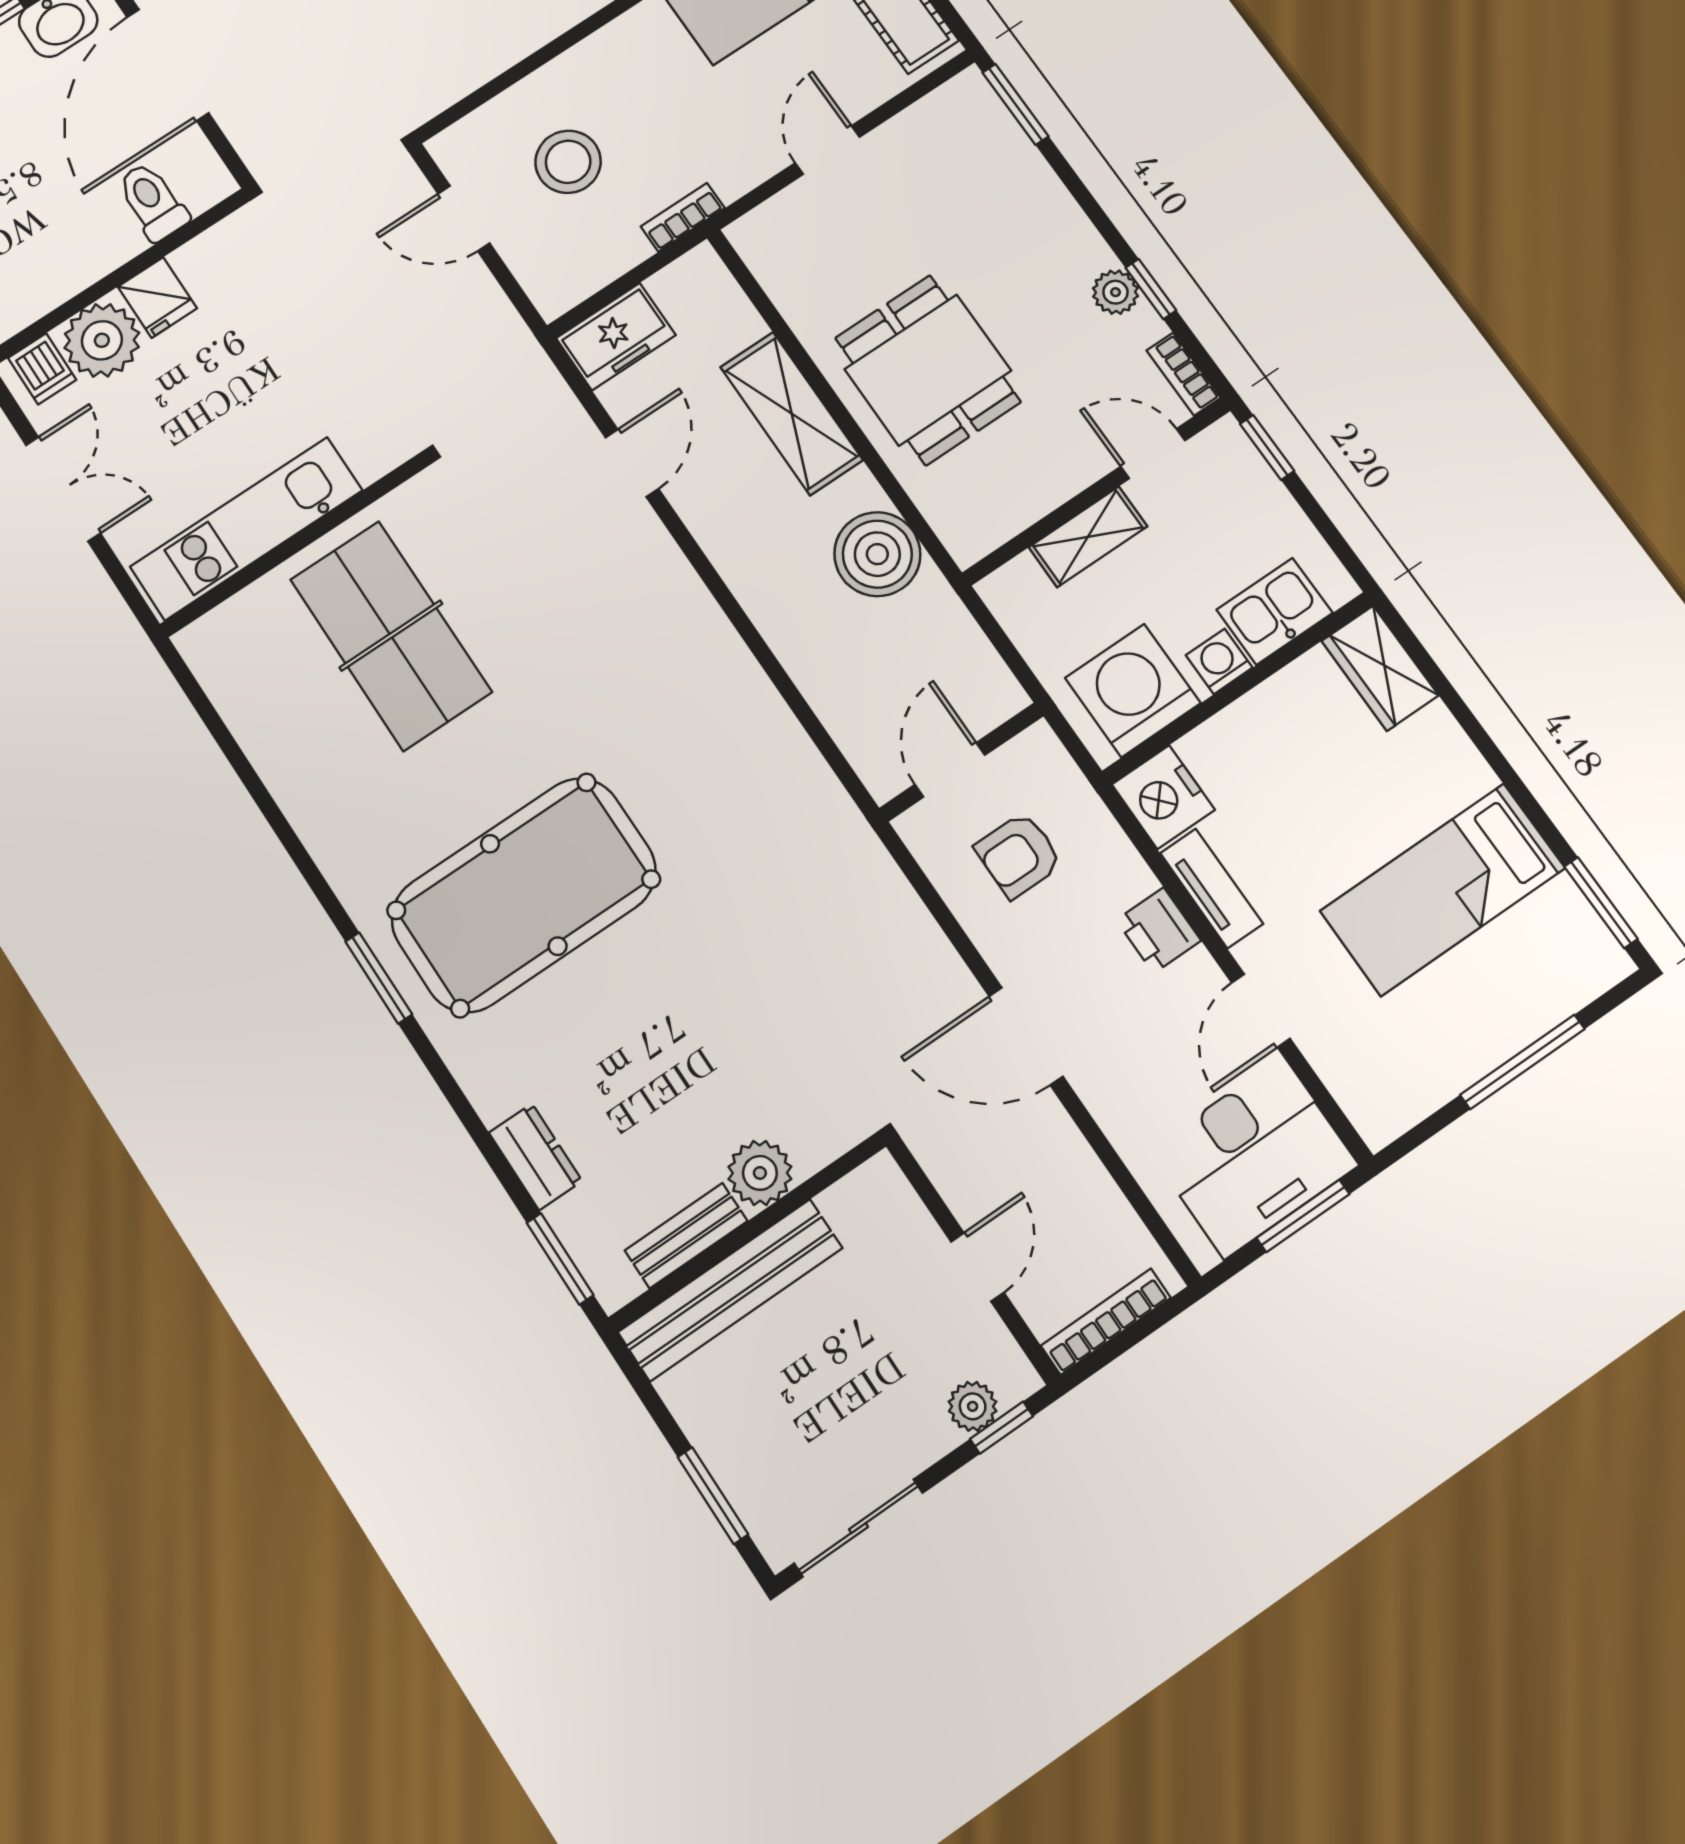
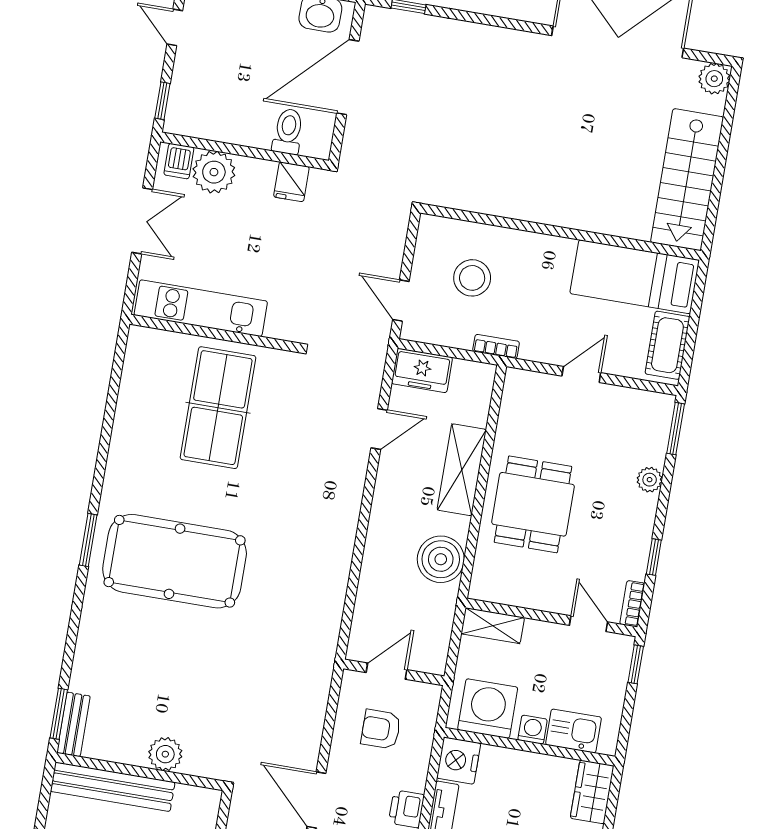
door: (464, 218) -> (401, 301), moved
plant: (1115, 292) -> (650, 480), moved
fridge: (157, 298) -> (291, 182), moved
shelving: (1088, 537) -> (493, 626), moved
dresser: (535, 1157) -> (85, 666), removed
bench: (686, 1236) -> (73, 724), moved, turned 90

